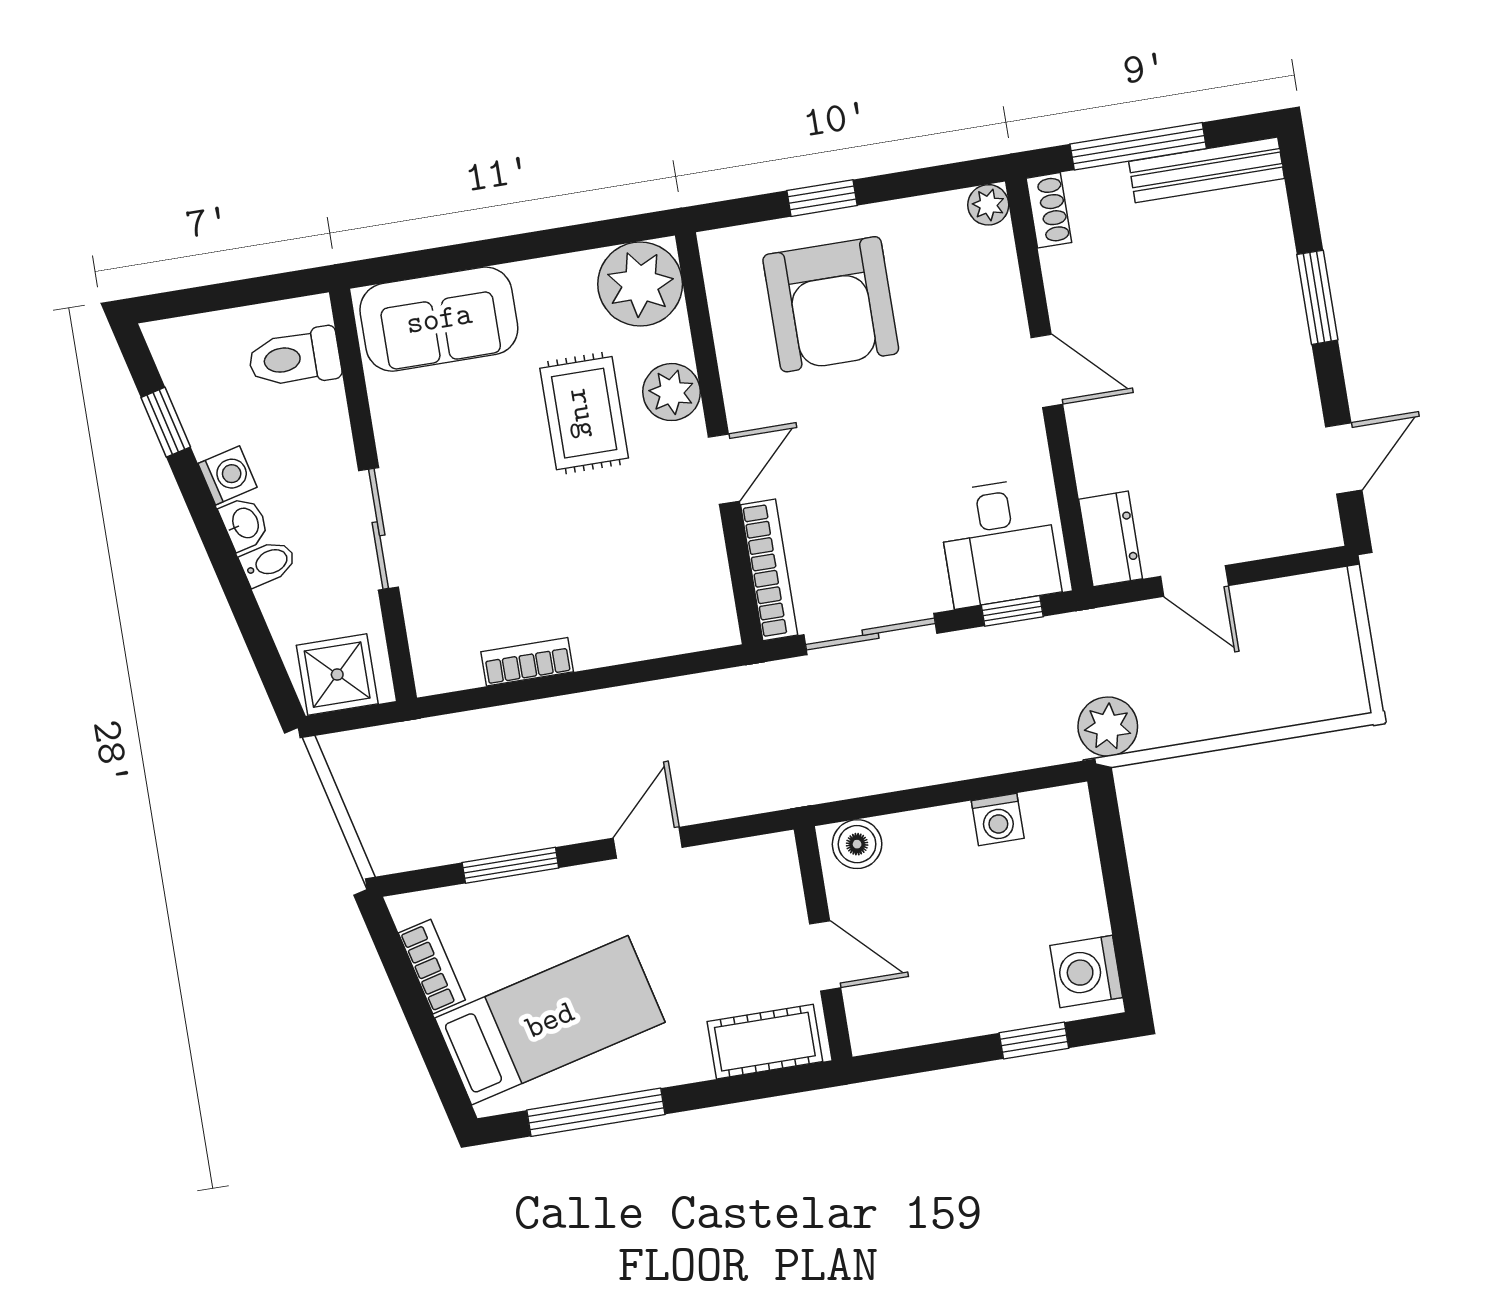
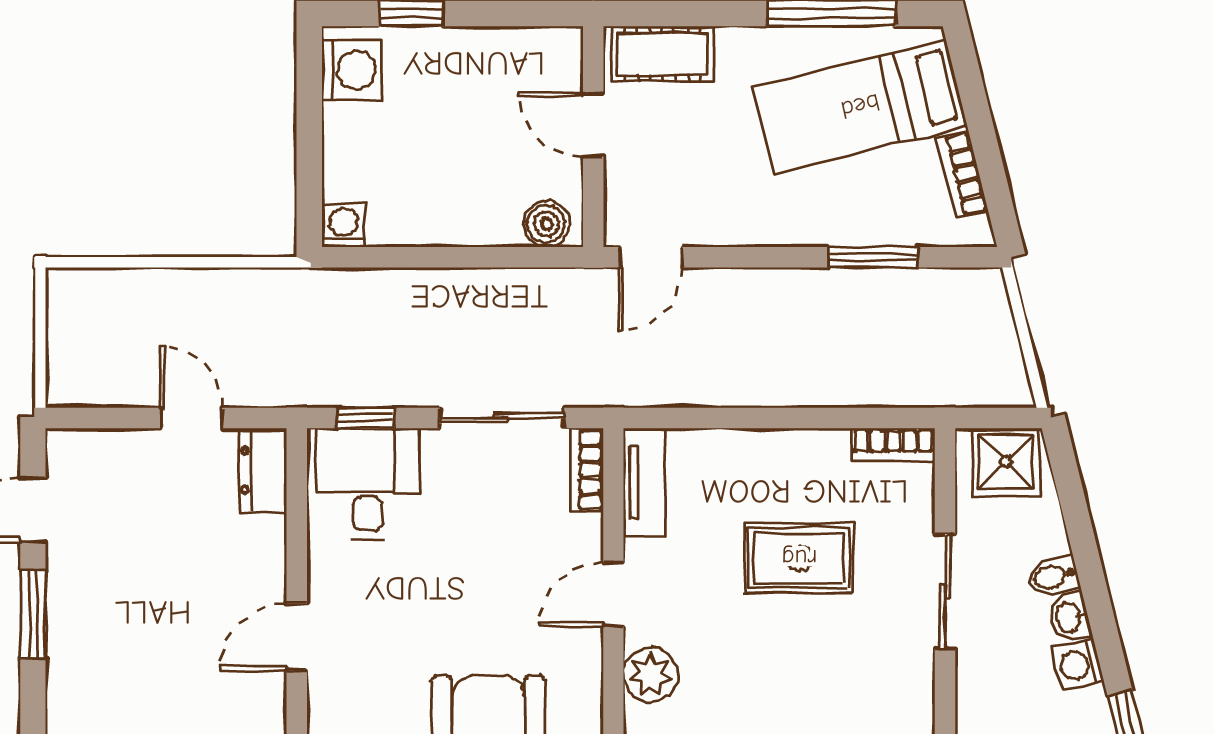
window: (1317, 297) -> (33, 614), moved
door: (1047, 371) -> (297, 637), hinge flipped
rug: (584, 413) -> (799, 558), moved, turned 90
bookcase: (769, 570) -> (587, 470), width x0.64
tv unit: (711, 591) -> (644, 482), added
bookcase: (527, 662) -> (893, 445), moved
plant: (1108, 727) -> (294, 295), removed
washing machine: (998, 819) -> (344, 225), moved
door: (648, 843) -> (651, 257), moved

